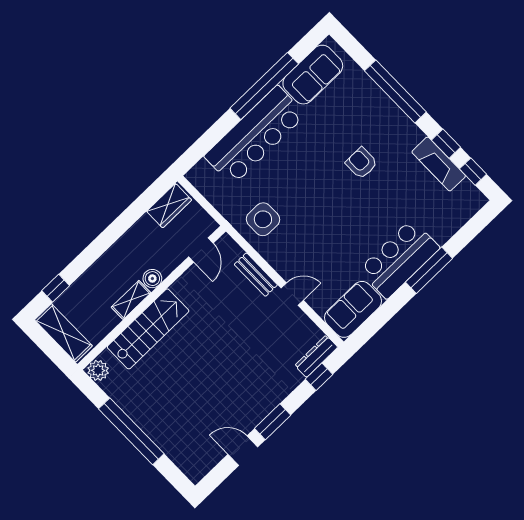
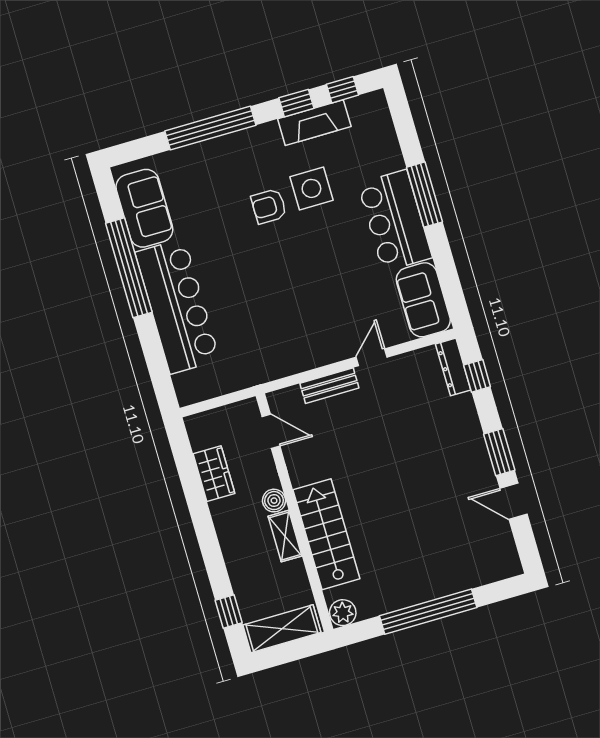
wardrobe: (169, 206) -> (214, 474), moved
side table: (263, 219) -> (311, 188), moved
door: (243, 451) -> (514, 501), hinge flipped

